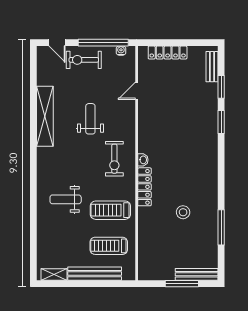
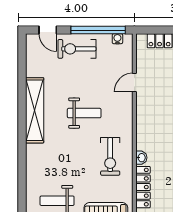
weight bench: (90, 119) -> (84, 113), turned 90

